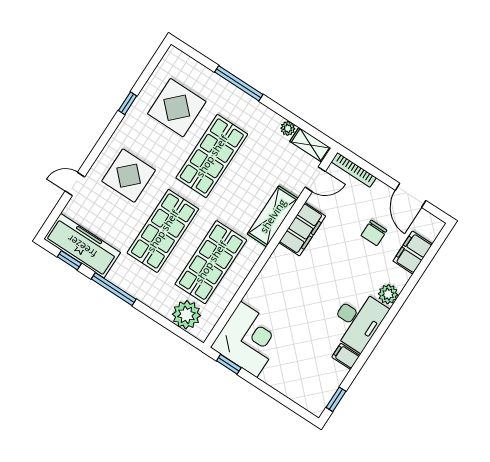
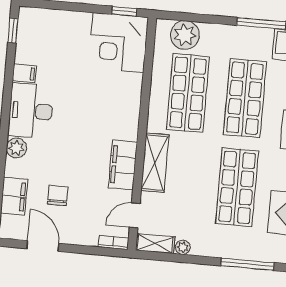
bookcase: (354, 170) -> (113, 242), width x0.64

